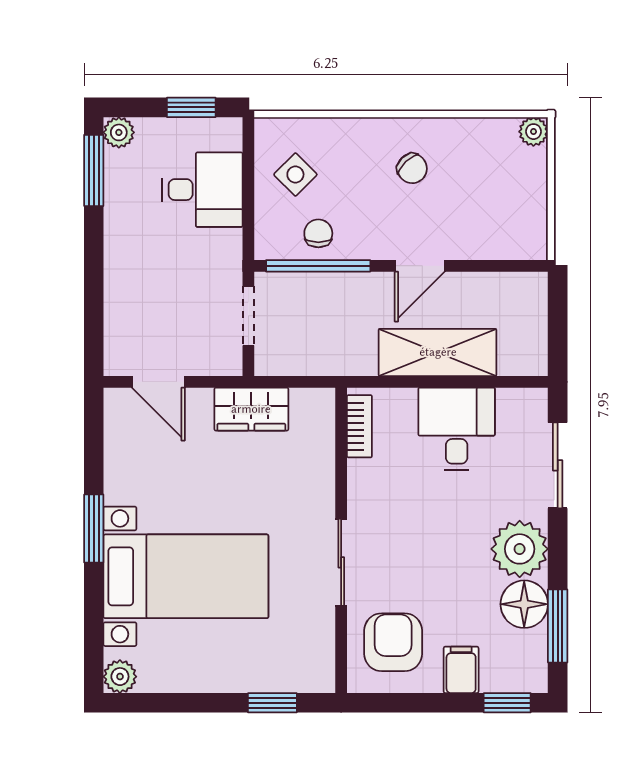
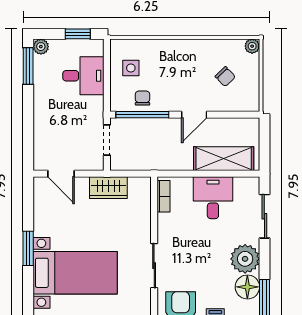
chair: (412, 168) -> (225, 77), moved
side table: (295, 174) -> (131, 68), turned 45
shelving: (438, 352) -> (224, 159), moved

